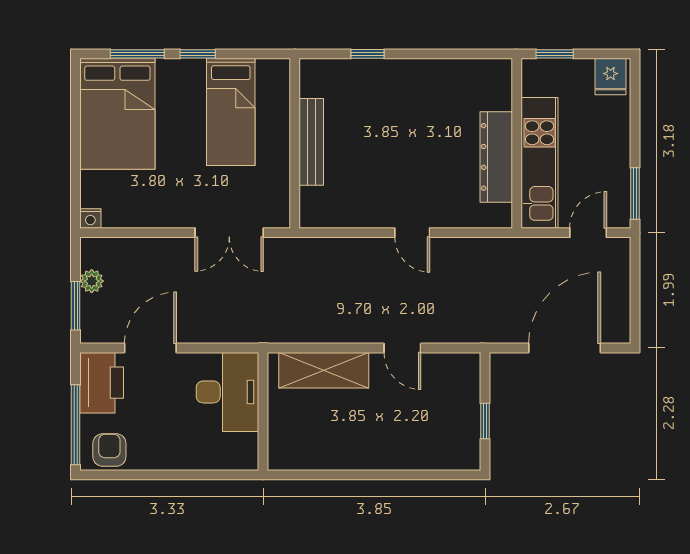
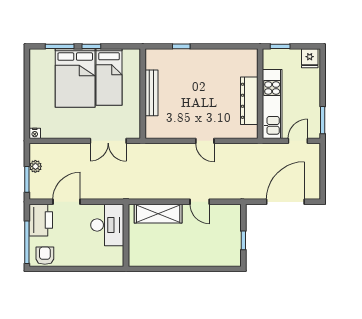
bed: (117, 114) -> (75, 78), moved

